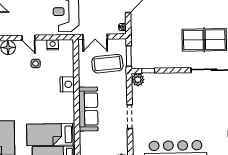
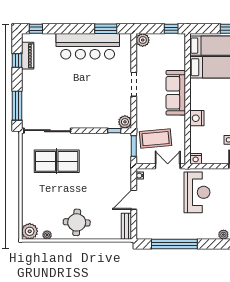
nightstand: (53, 45) -> (196, 159), moved

